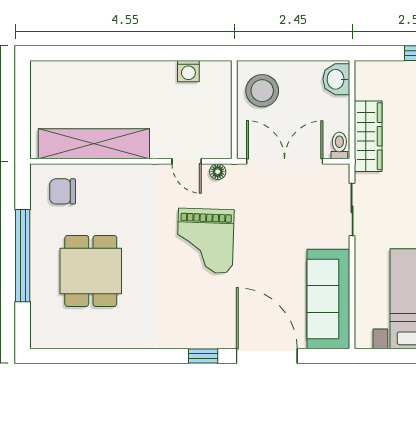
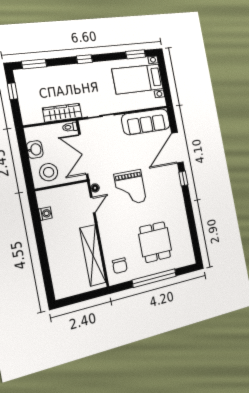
washbasin: (336, 79) -> (35, 150), moved, turned -90
grand piano: (205, 241) -> (130, 188), turned 88
dining table: (91, 271) -> (155, 242), turned 90

